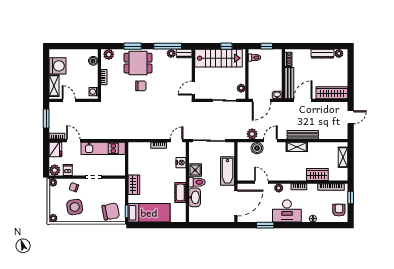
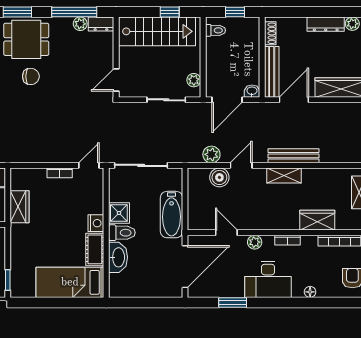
nightstand: (181, 163) -> (96, 223), moved
wardrobe: (134, 185) -> (20, 207), moved
bed: (149, 213) -> (70, 282), moved, turned 180

